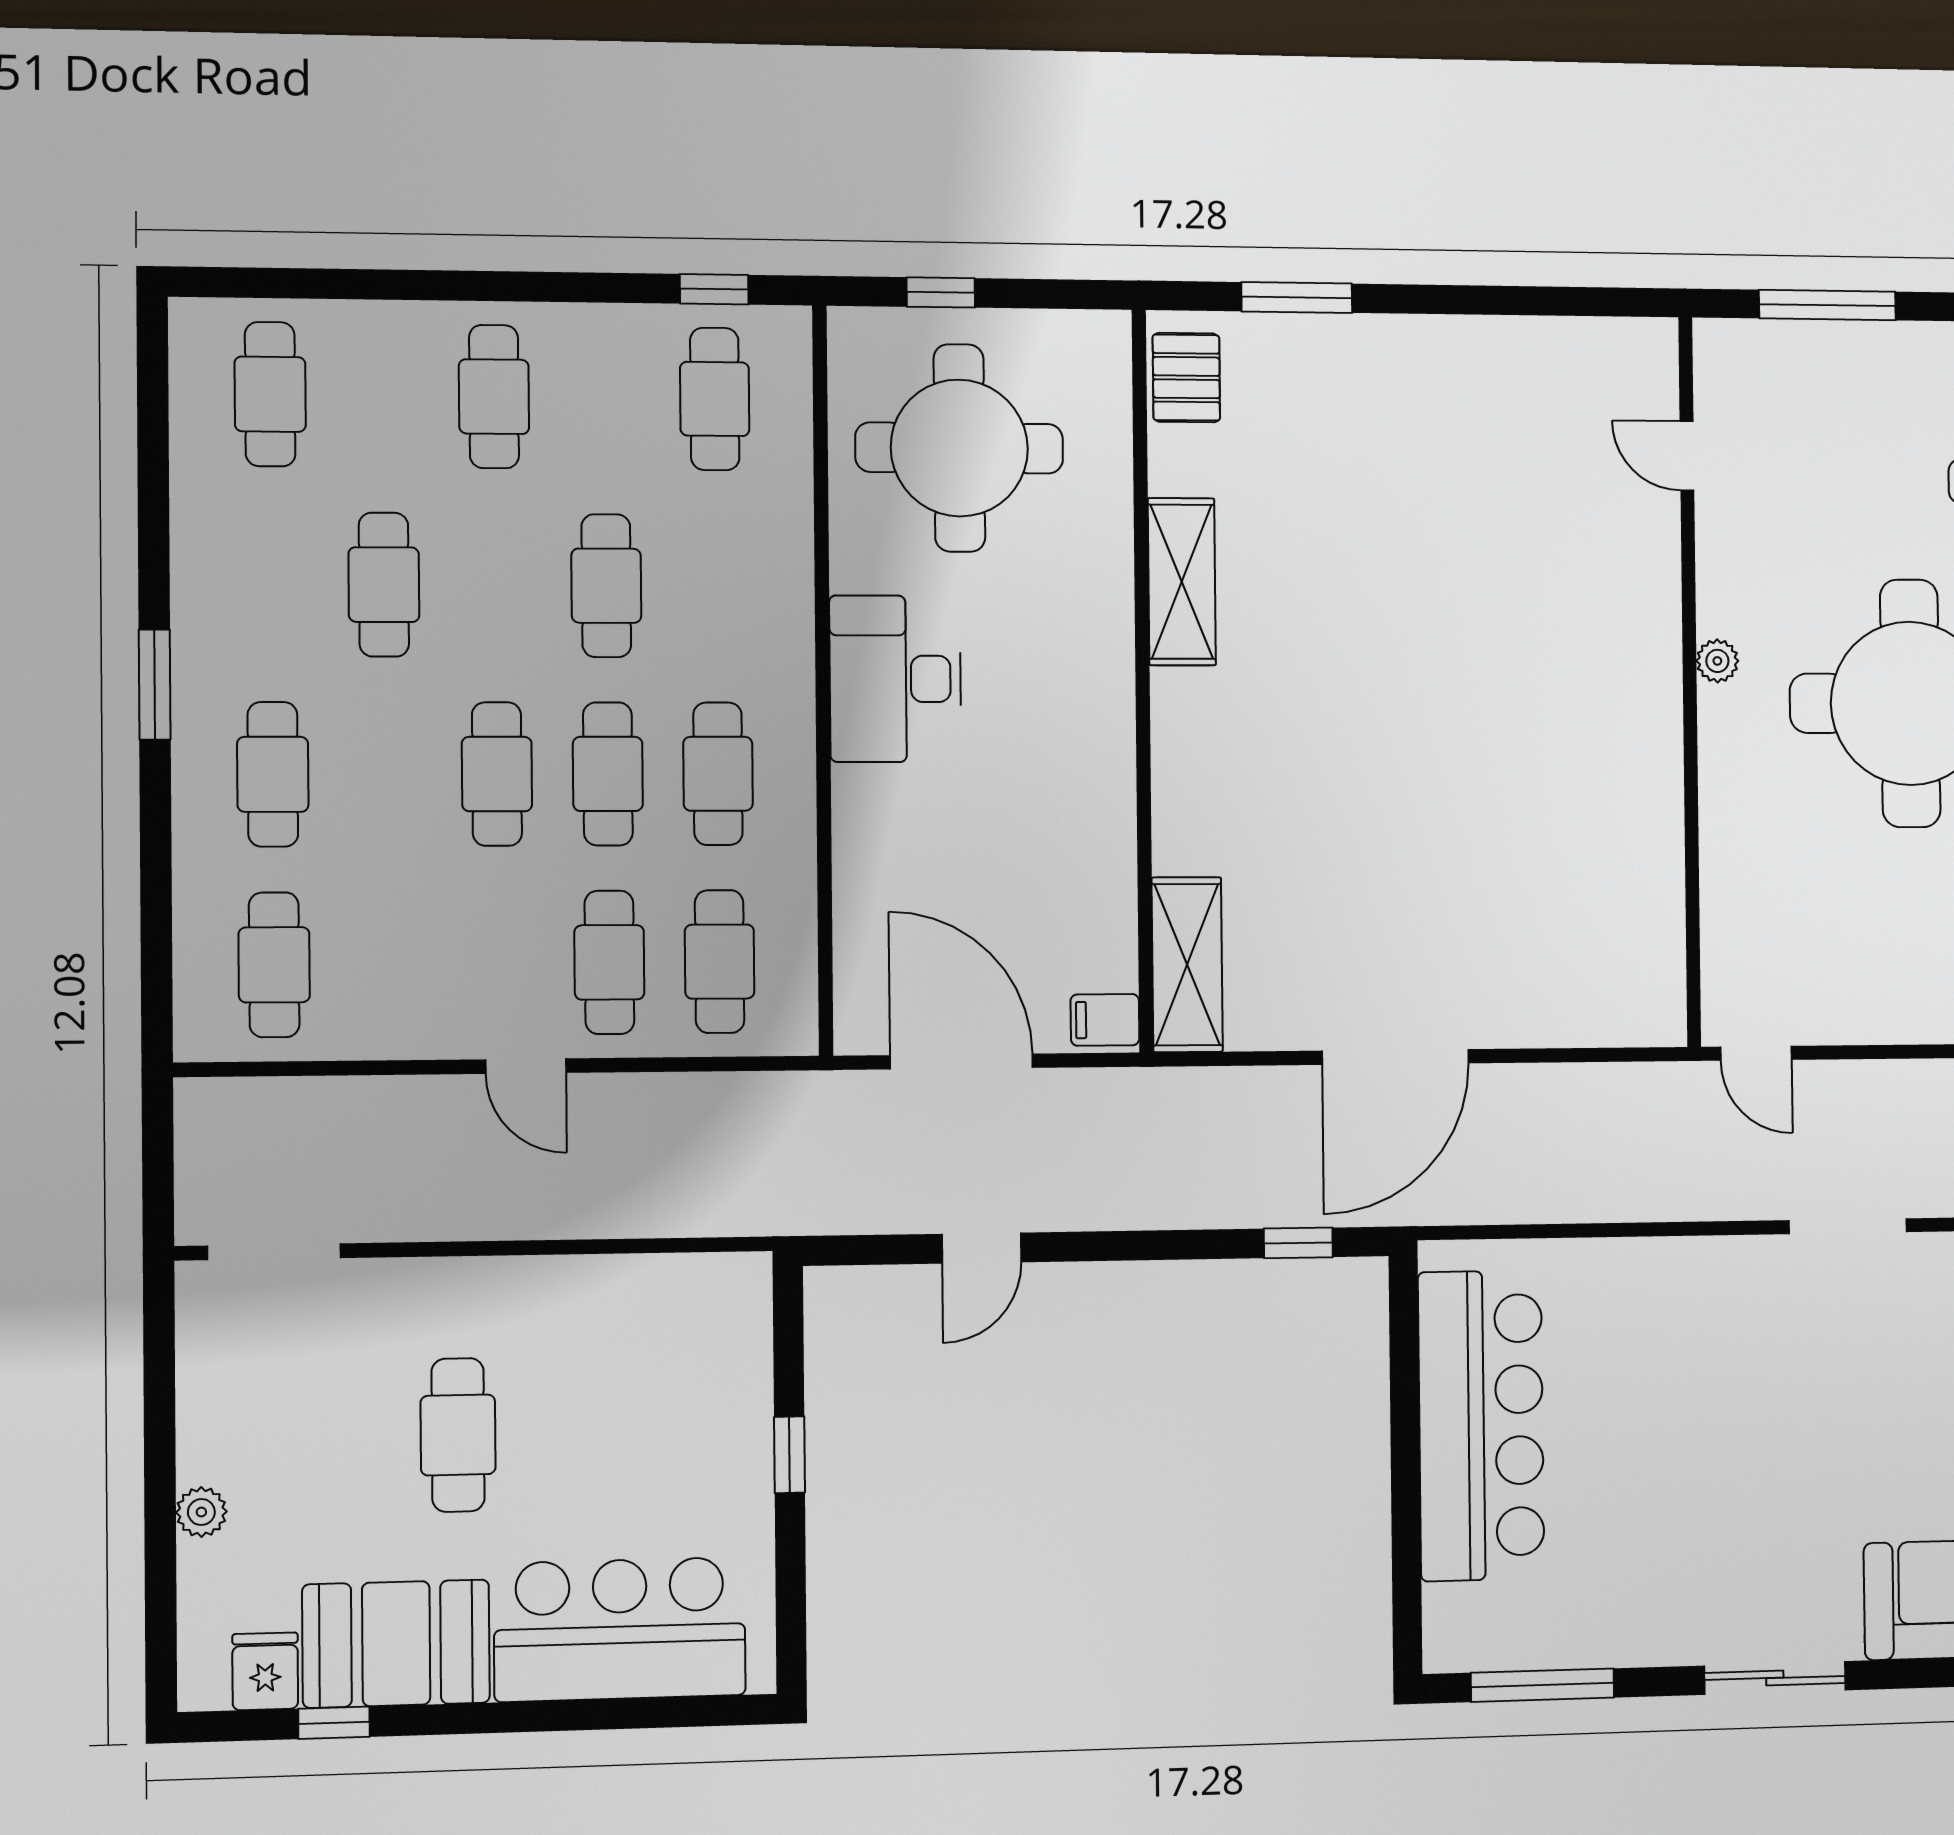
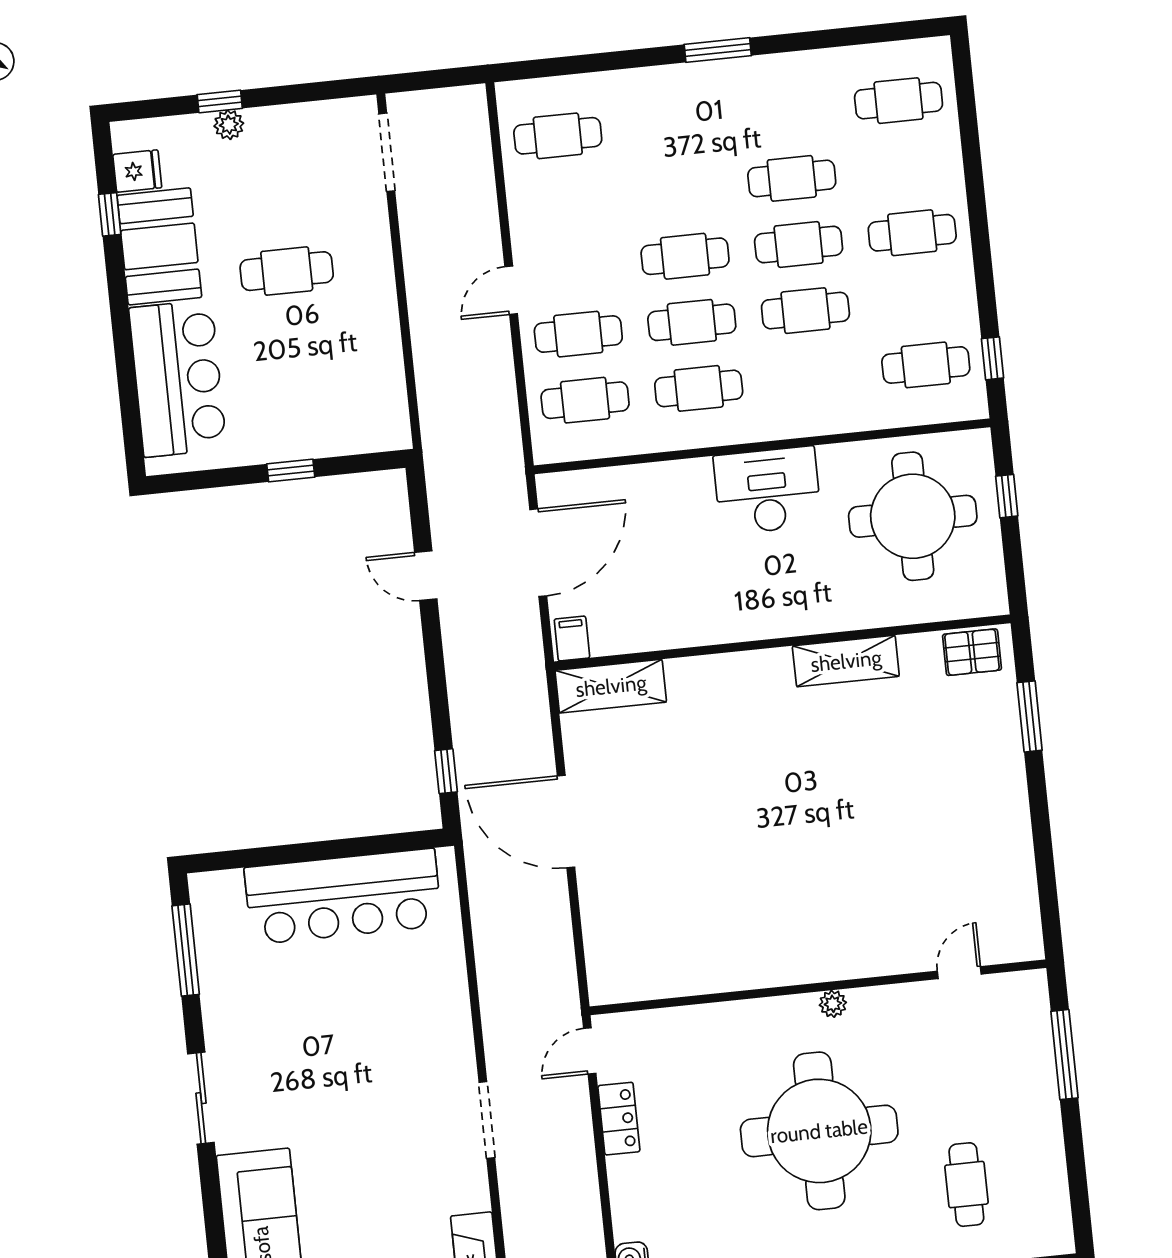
cafe table: (273, 774) -> (799, 244), moved
locker: (1864, 1017) -> (619, 1119), added
window: (160, 1524) -> (220, 101), added

